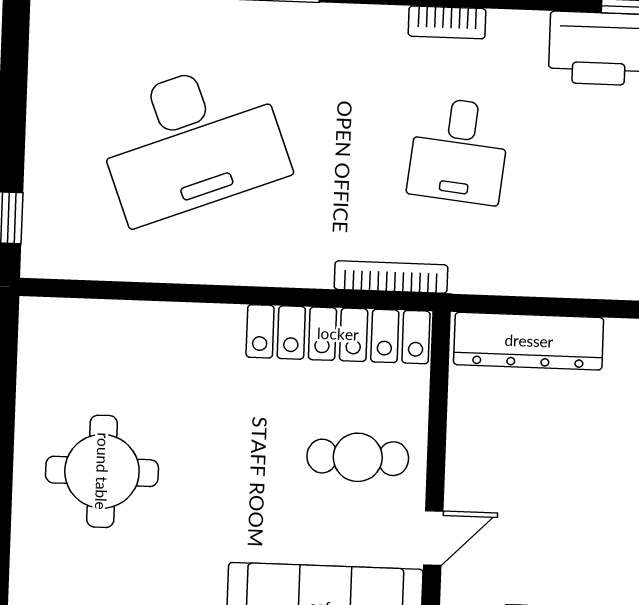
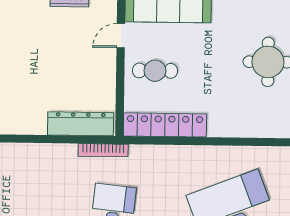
bookcase: (391, 277) -> (103, 150), moved

